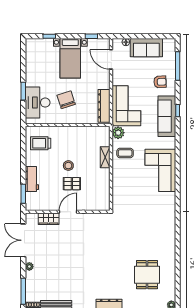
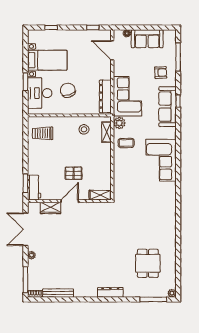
bed with nightstands: (70, 58) -> (47, 60), moved, turned -90
shelving: (105, 157) -> (106, 132), moved
stool: (68, 166) -> (84, 129), moved
workbench: (32, 179) -> (34, 188), moved
shelving: (99, 206) -> (100, 195), added

